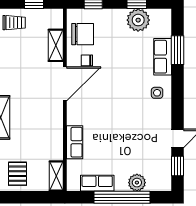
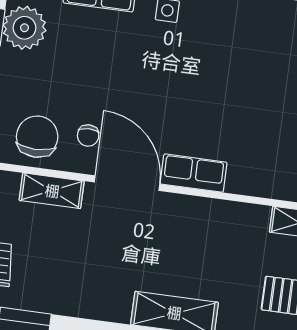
row of seats: (75, 142) -> (194, 173), moved

